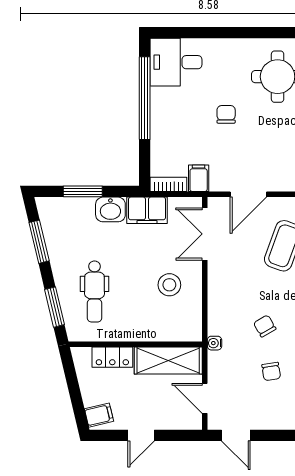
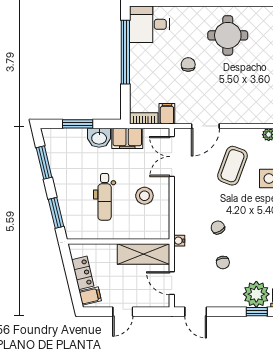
dental chair: (95, 292) -> (105, 197), moved
locker: (112, 357) -> (83, 273), moved, turned -103

